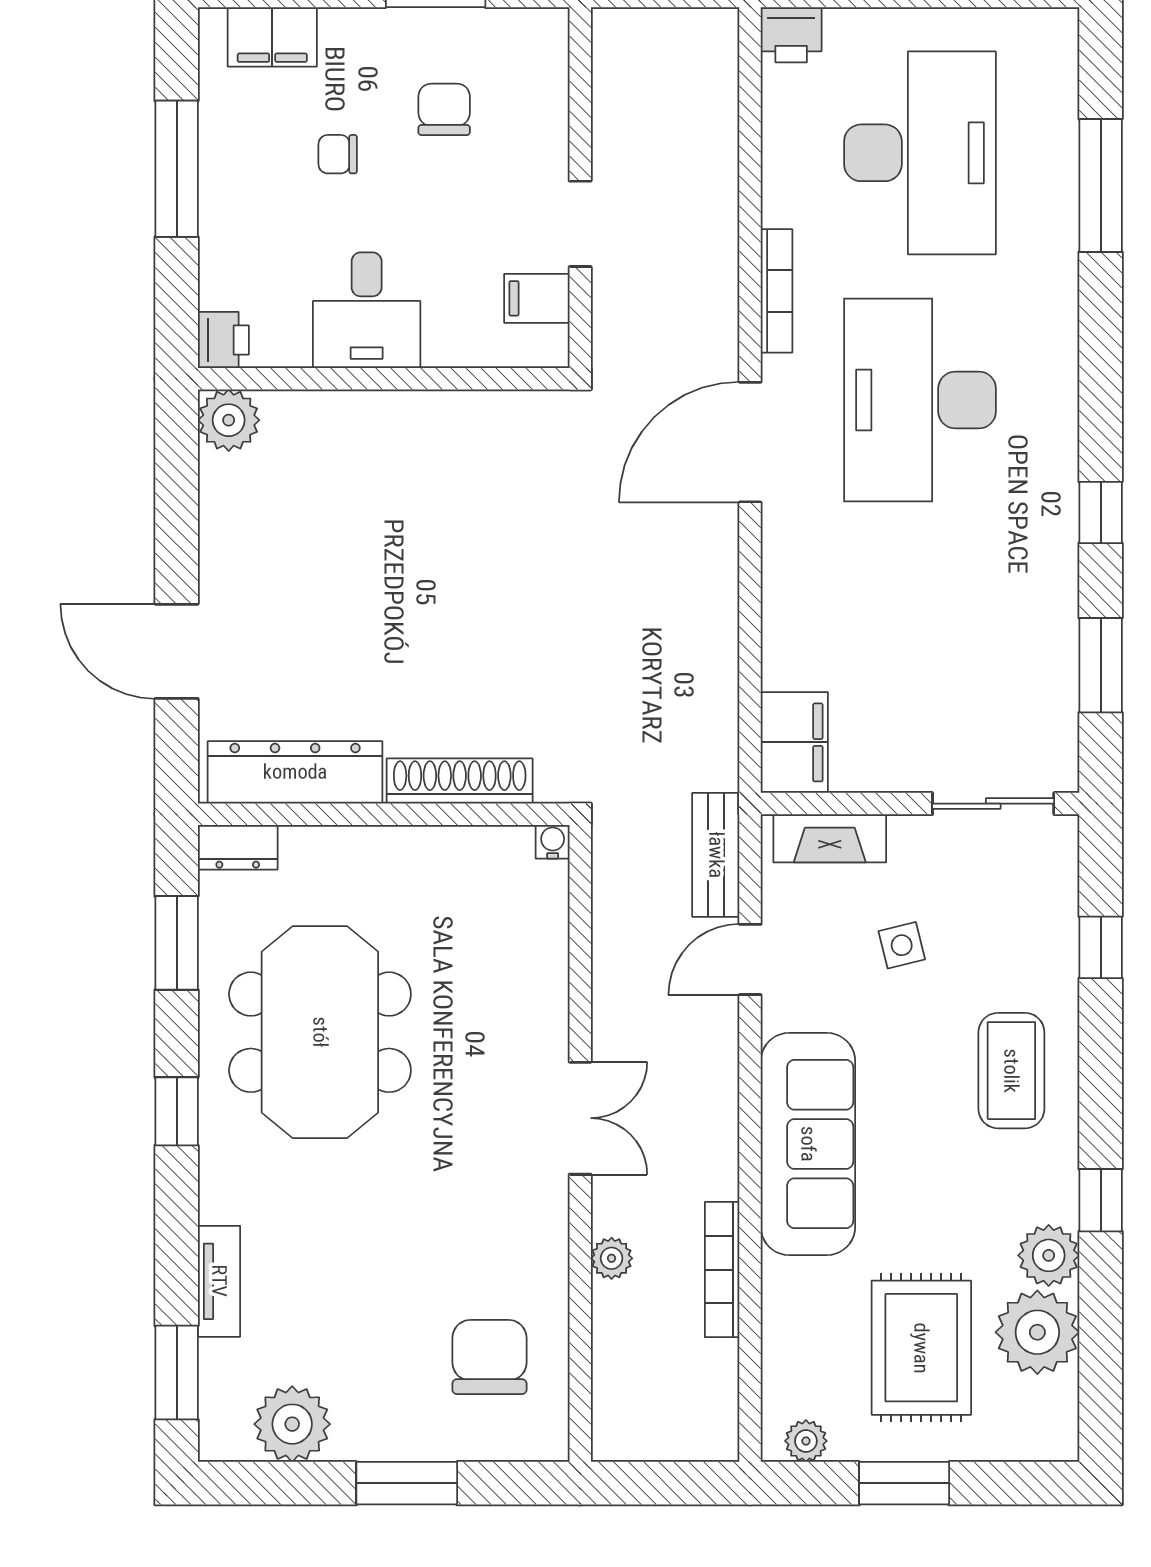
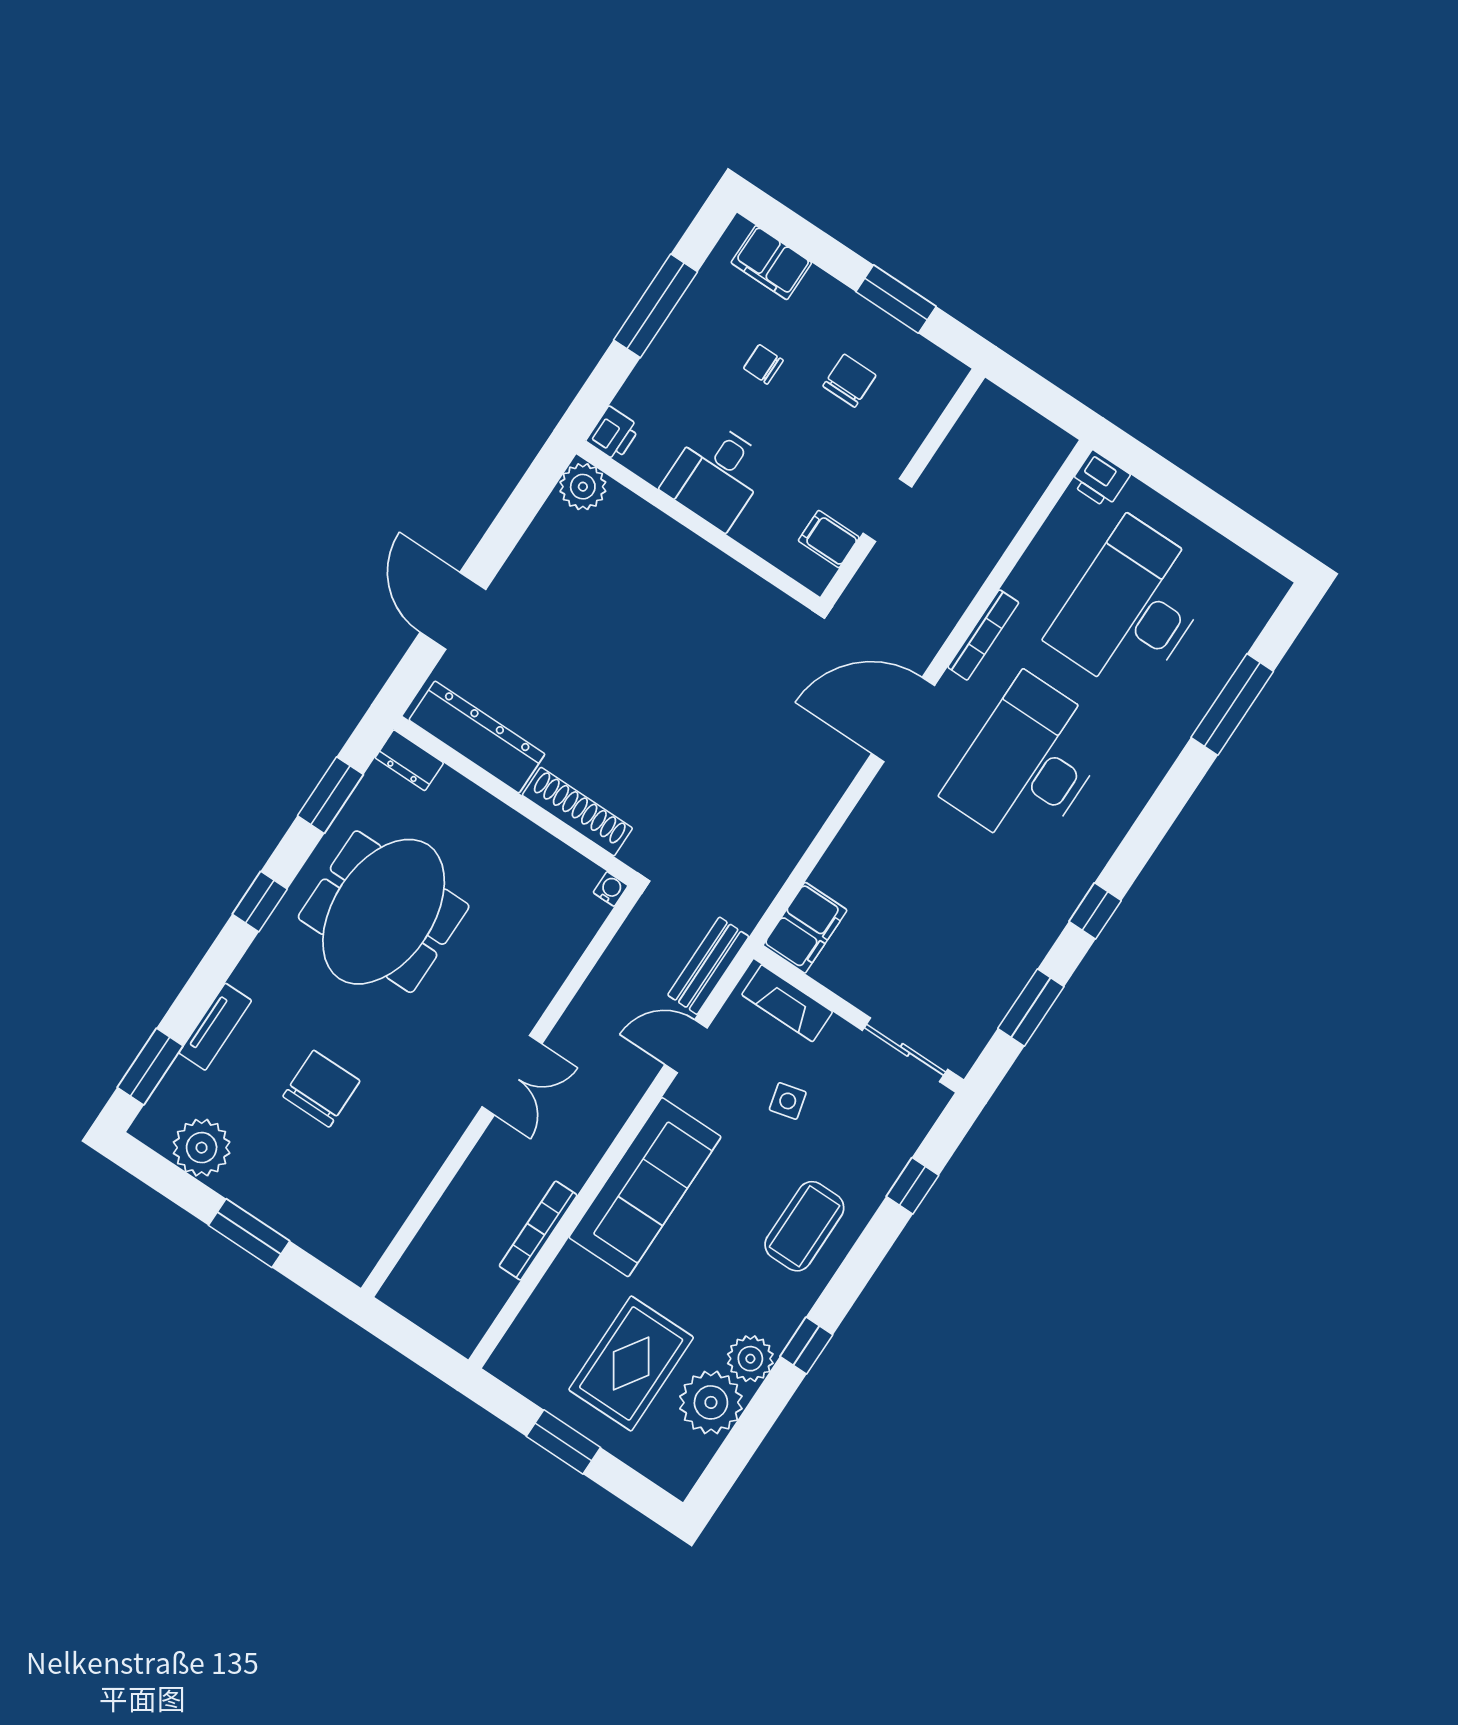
desk: (920, 153) -> (1132, 608), turned 180
plant: (612, 1258) -> (473, 1177), removed
chair: (489, 1357) -> (321, 1089), moved
plant: (806, 1441) -> (519, 1374), removed

